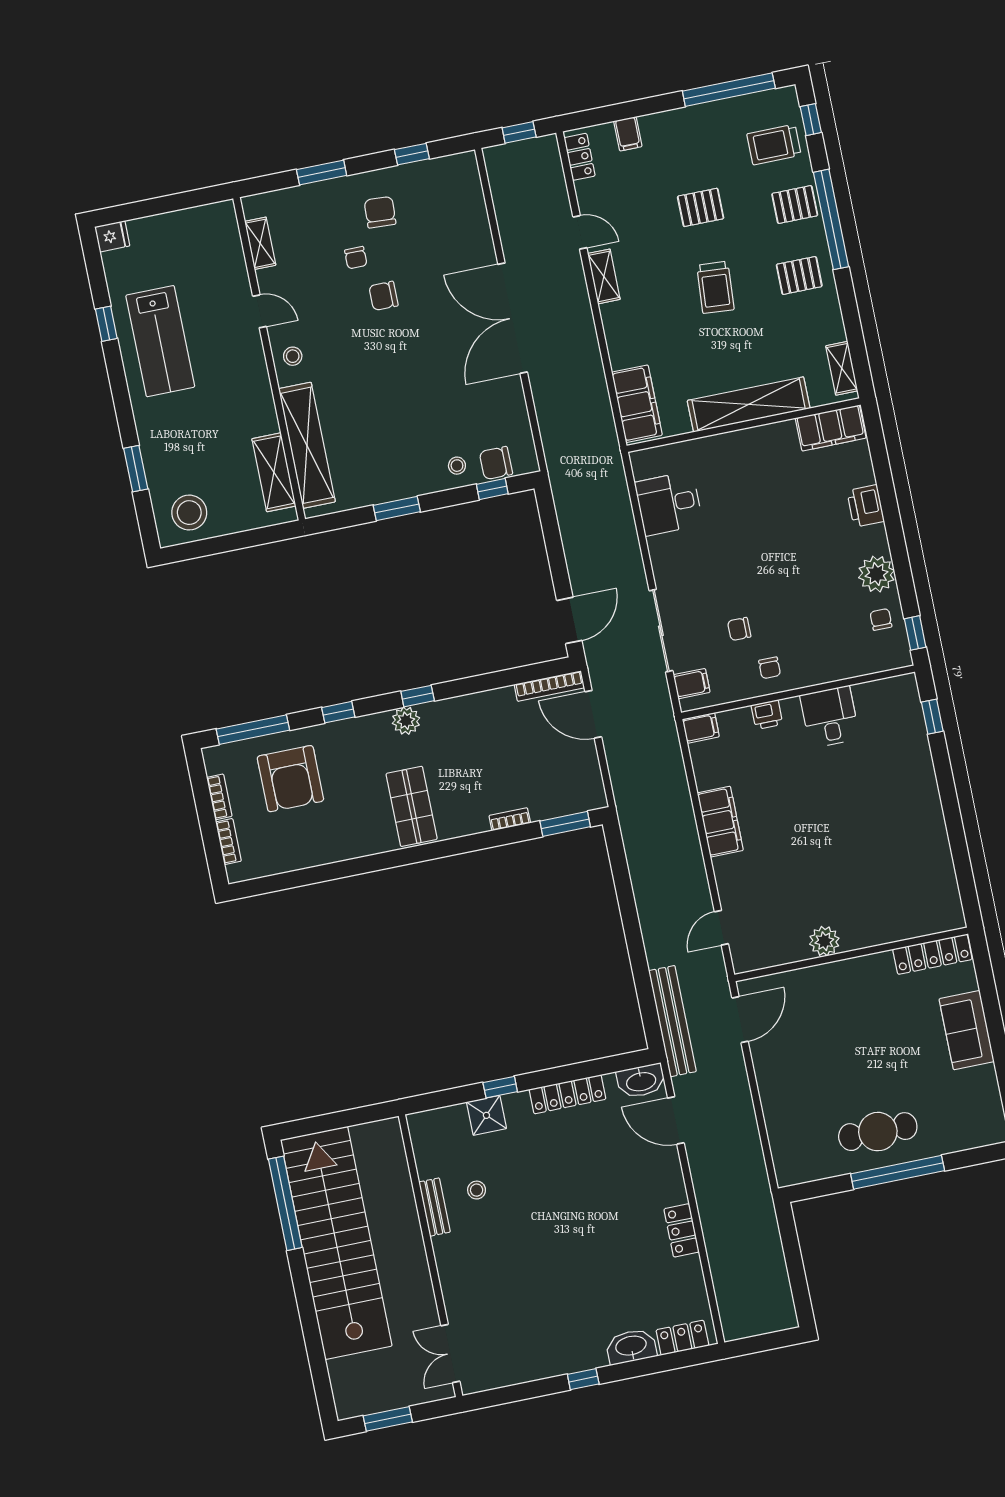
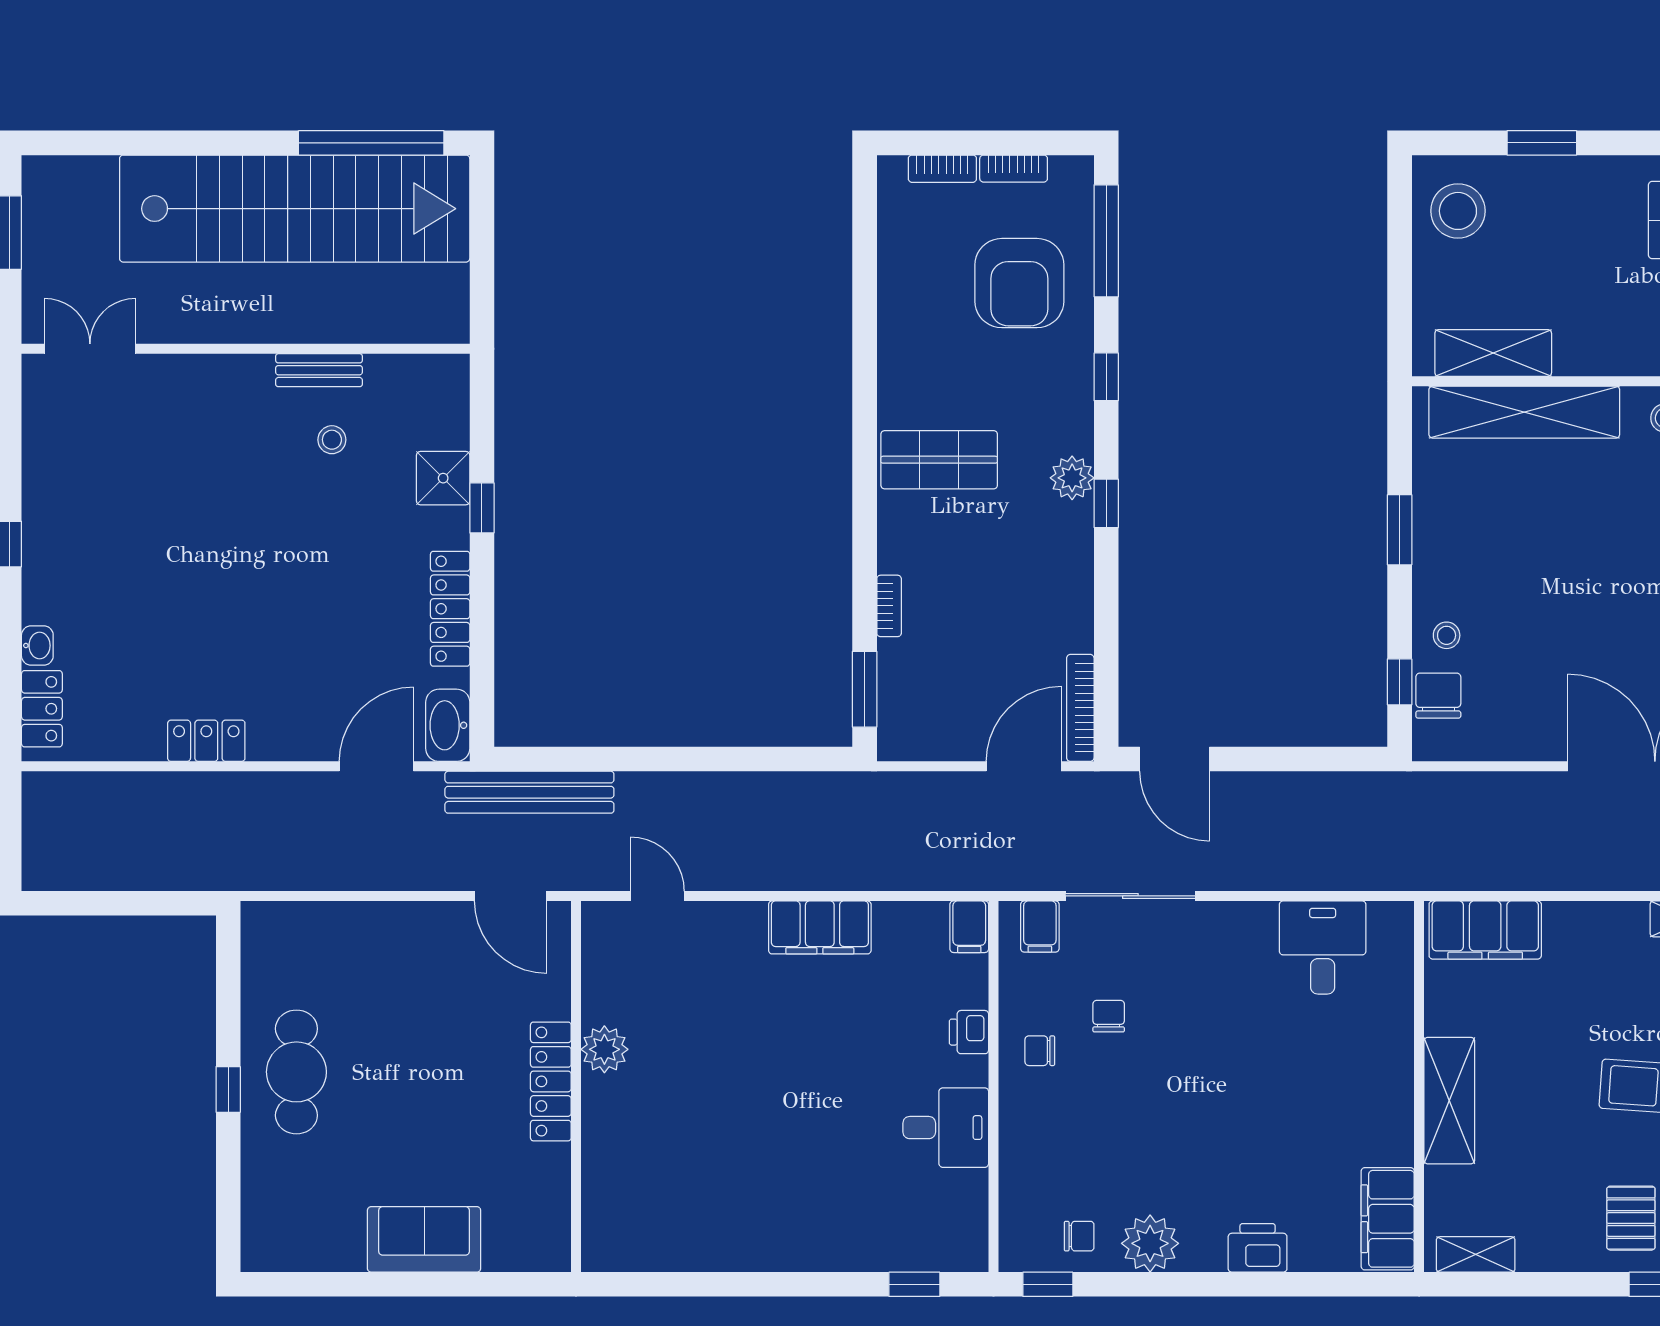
shelving: (749, 404) -> (1449, 1101), width x0.68
armchair: (290, 779) -> (1019, 283), turned -90
locker: (932, 954) -> (551, 1081), moved
window: (898, 1172) -> (228, 1089), width x0.32
washbasin: (631, 1346) -> (37, 646), width x0.52, depth x0.69

